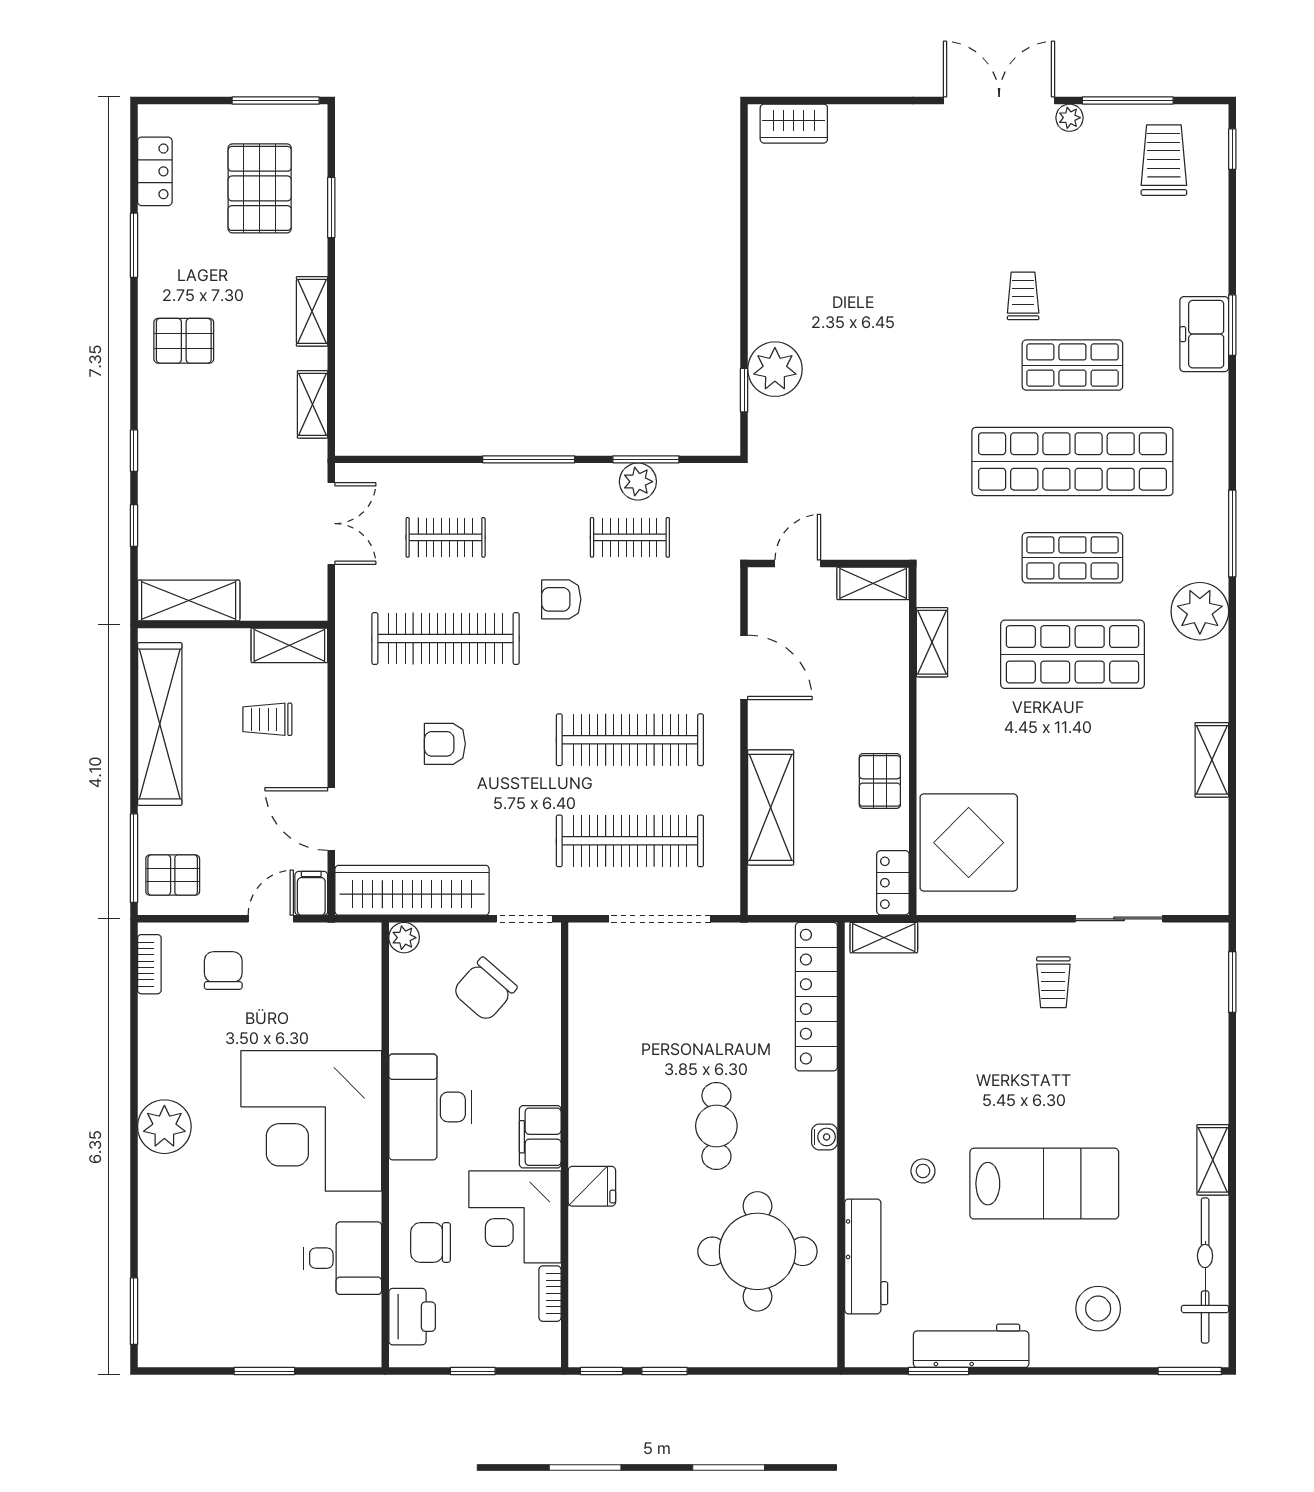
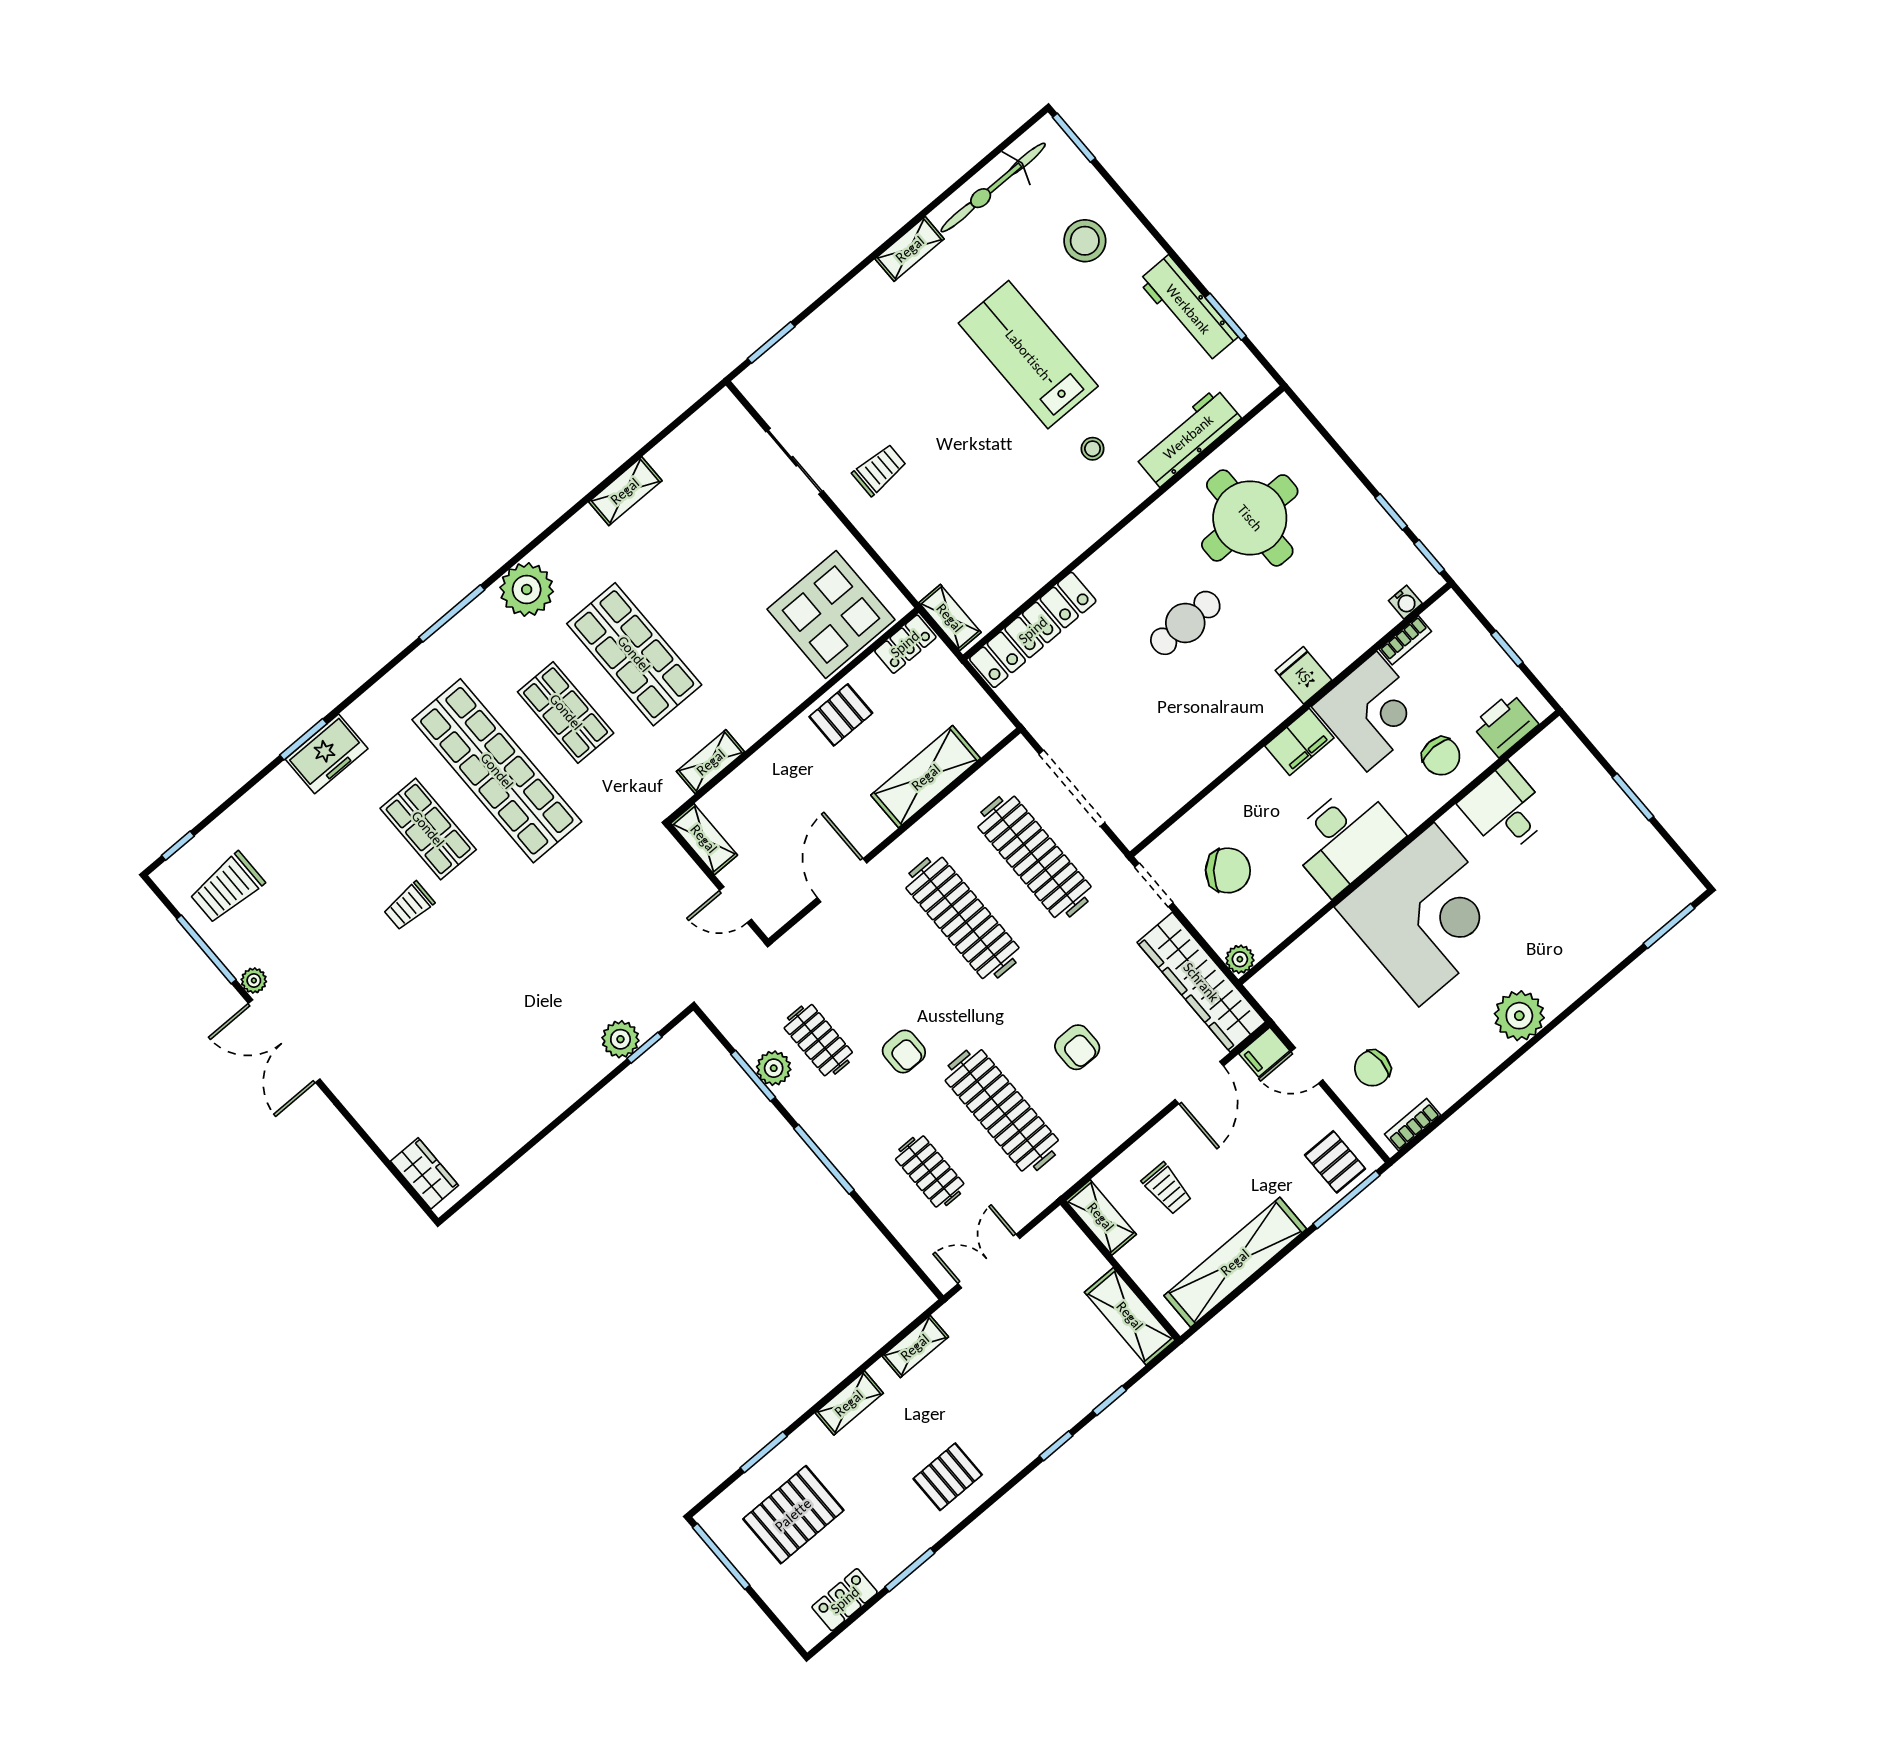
pallet: (184, 341) -> (948, 1477), turned 90
plant: (775, 369) -> (620, 1039), width x0.73, depth x0.73
water cooler: (825, 1137) -> (1405, 602), moved, turned 180

